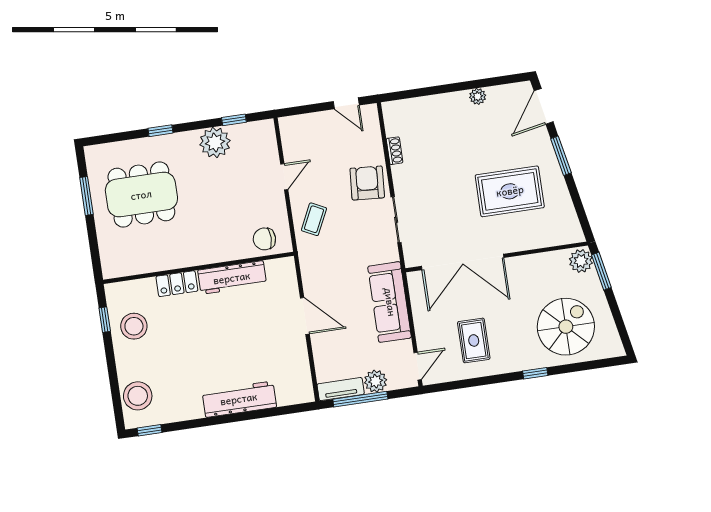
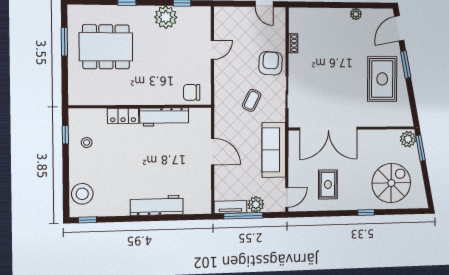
rug: (510, 191) -> (382, 79), moved, turned 90
coffee table: (314, 219) -> (252, 100), moved
stool: (134, 326) -> (87, 143), width x0.53, depth x0.53

